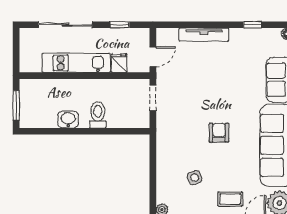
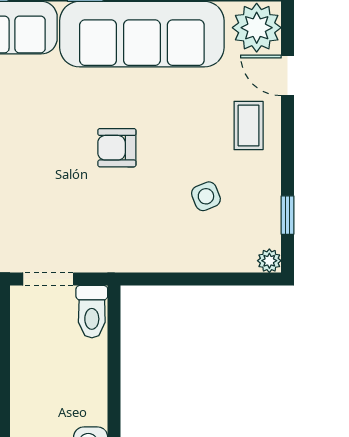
toilet: (98, 115) -> (92, 312), moved, turned -90

